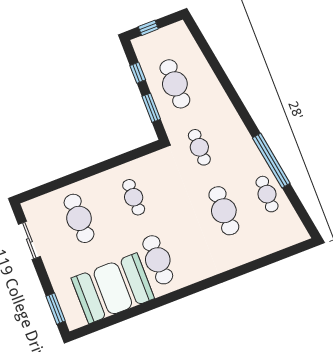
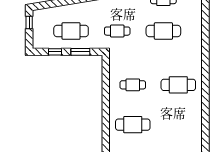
window: (148, 28) -> (29, 23), moved
booth: (113, 288) -> (185, 120), removed

